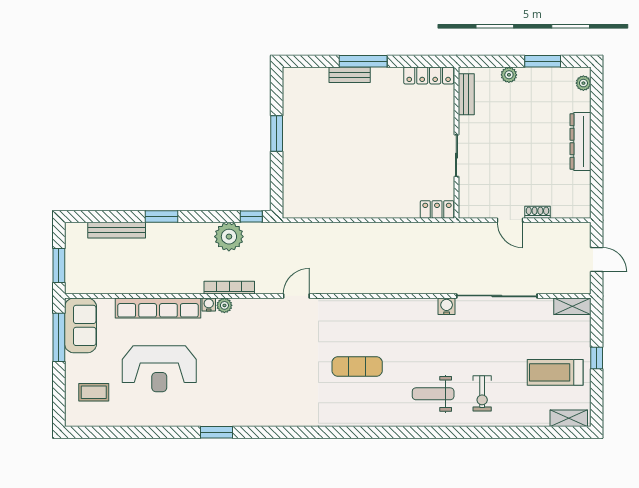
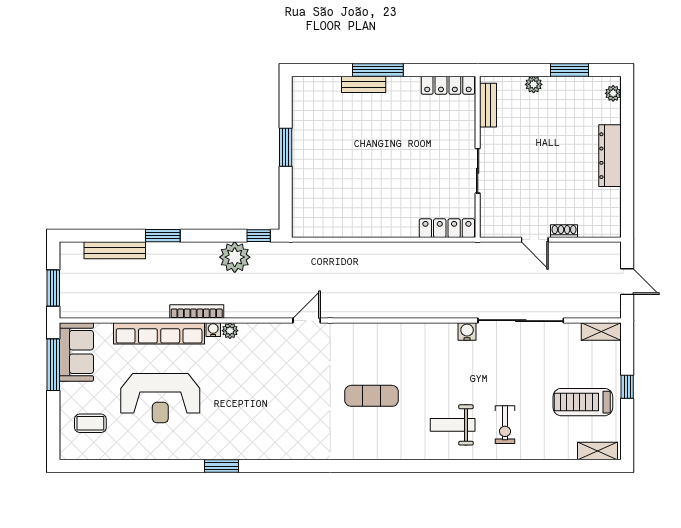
locker: (437, 209) -> (447, 228), width x1.53
bookcase: (229, 288) -> (197, 312), moved

